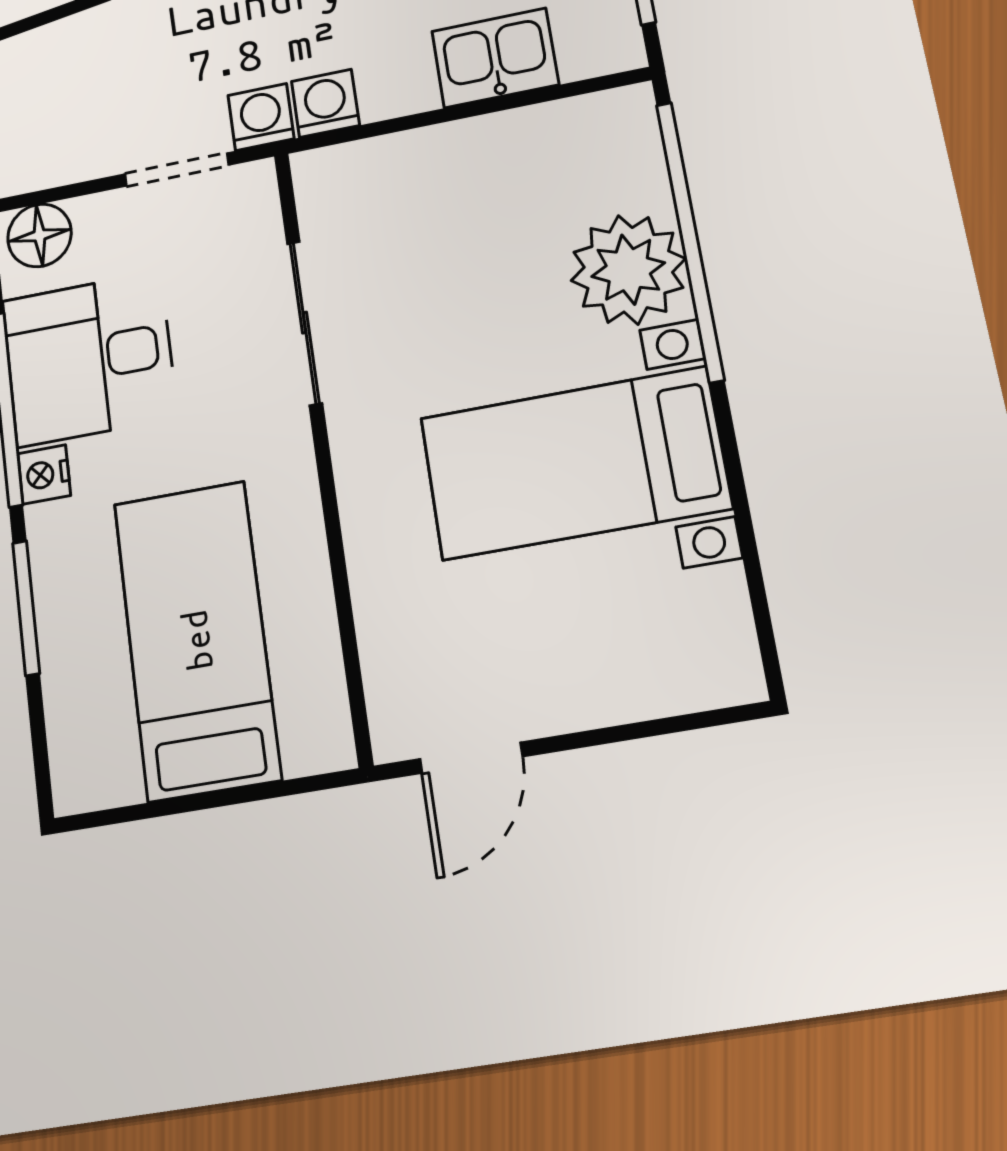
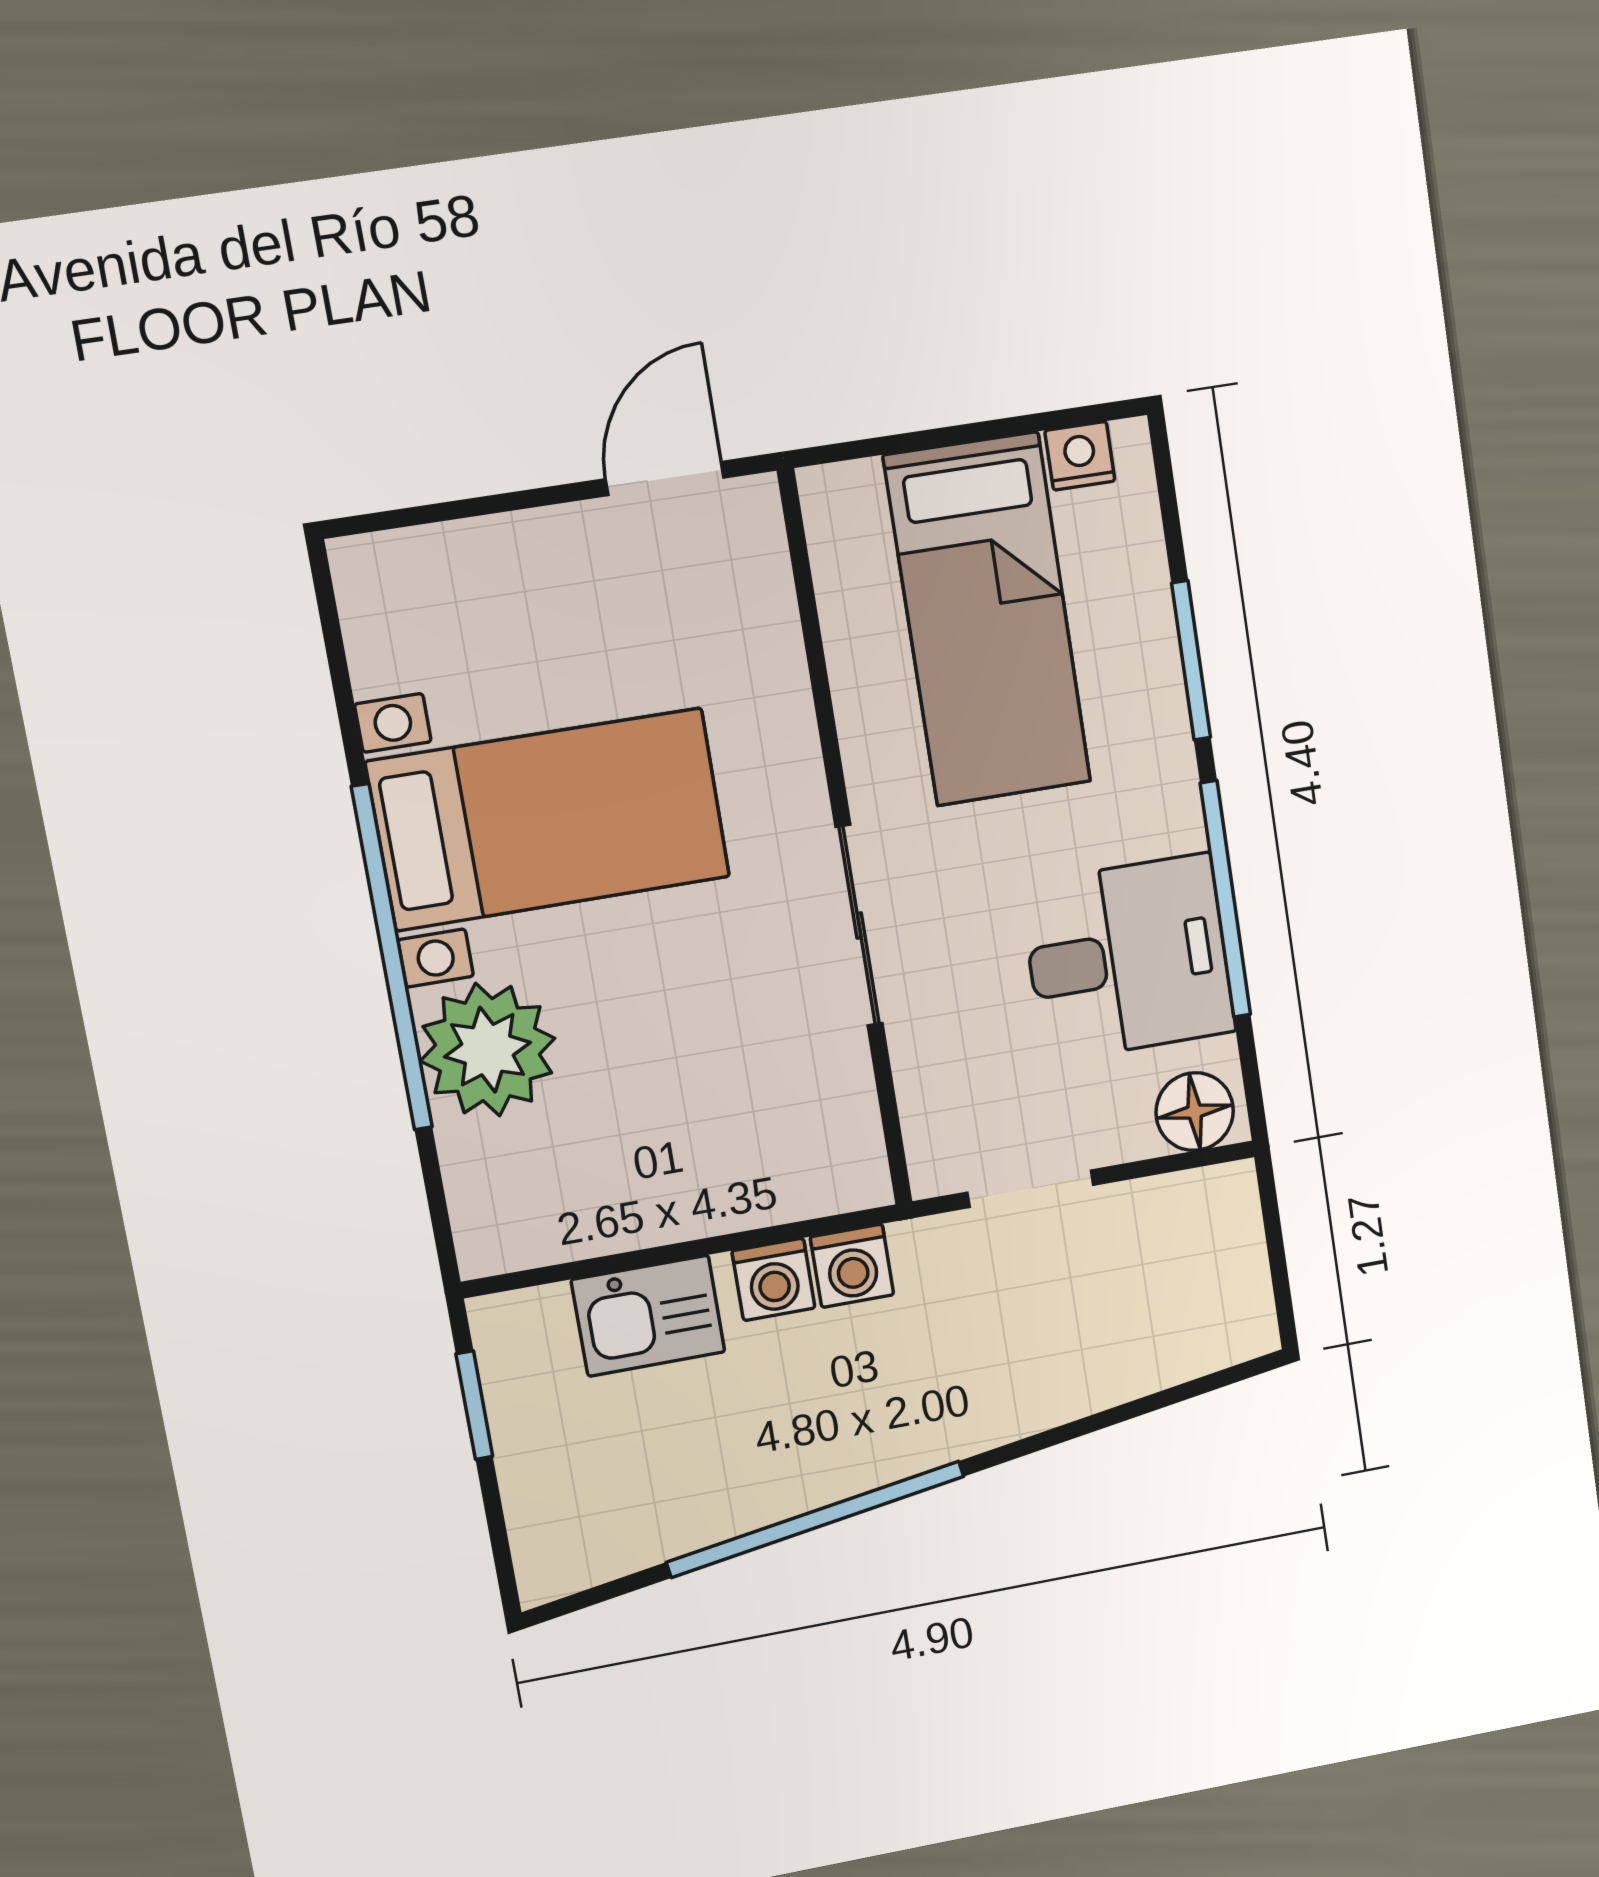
washing machine: (261, 117) -> (774, 1279), moved
window: (690, 241) -> (392, 958), moved
sliding door: (305, 323) -> (859, 926), moved
nightstand: (44, 475) -> (1080, 456), moved, turned -90

